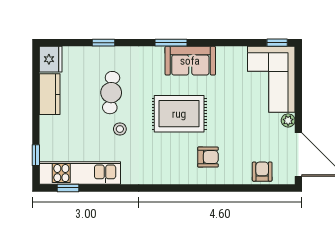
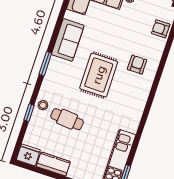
sofa: (190, 61) -> (68, 40), moved
stool: (120, 129) -> (43, 105), moved

